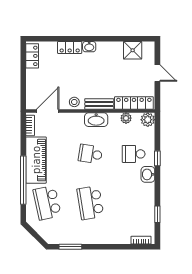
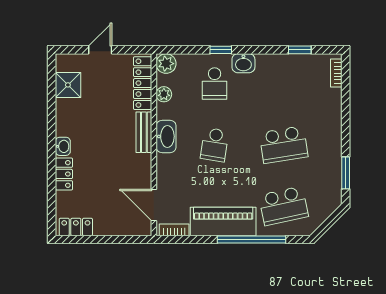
stool: (74, 102) -> (141, 167), removed

